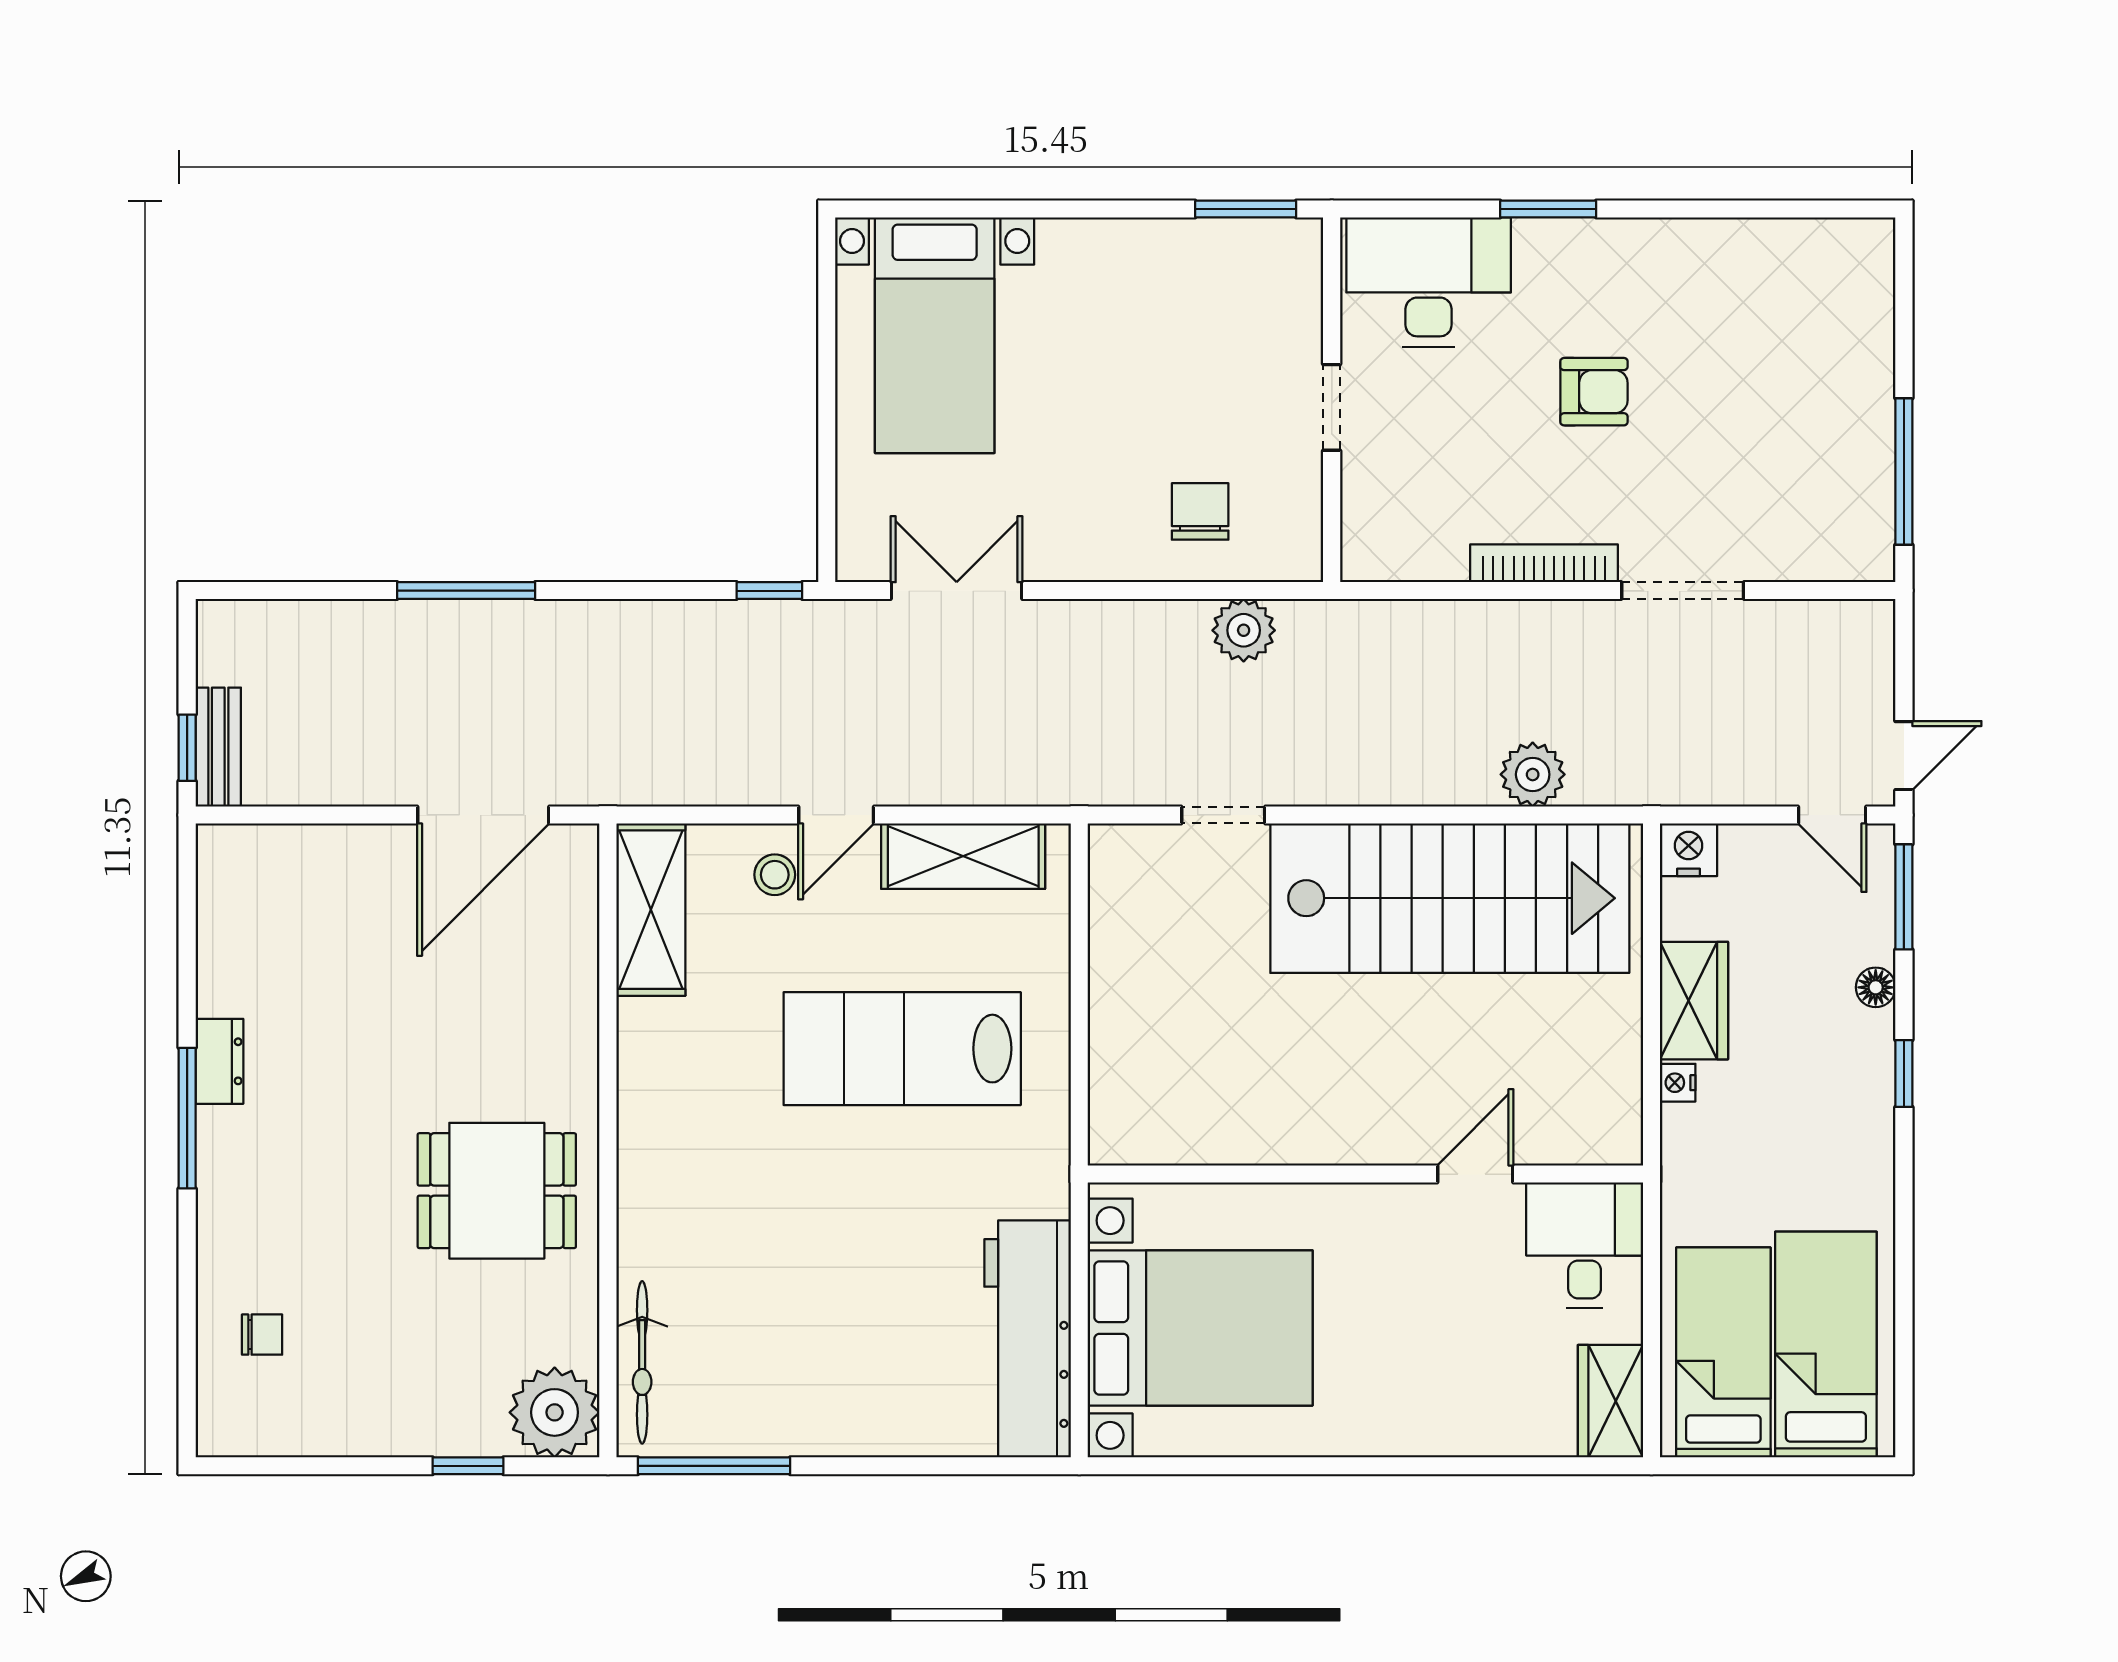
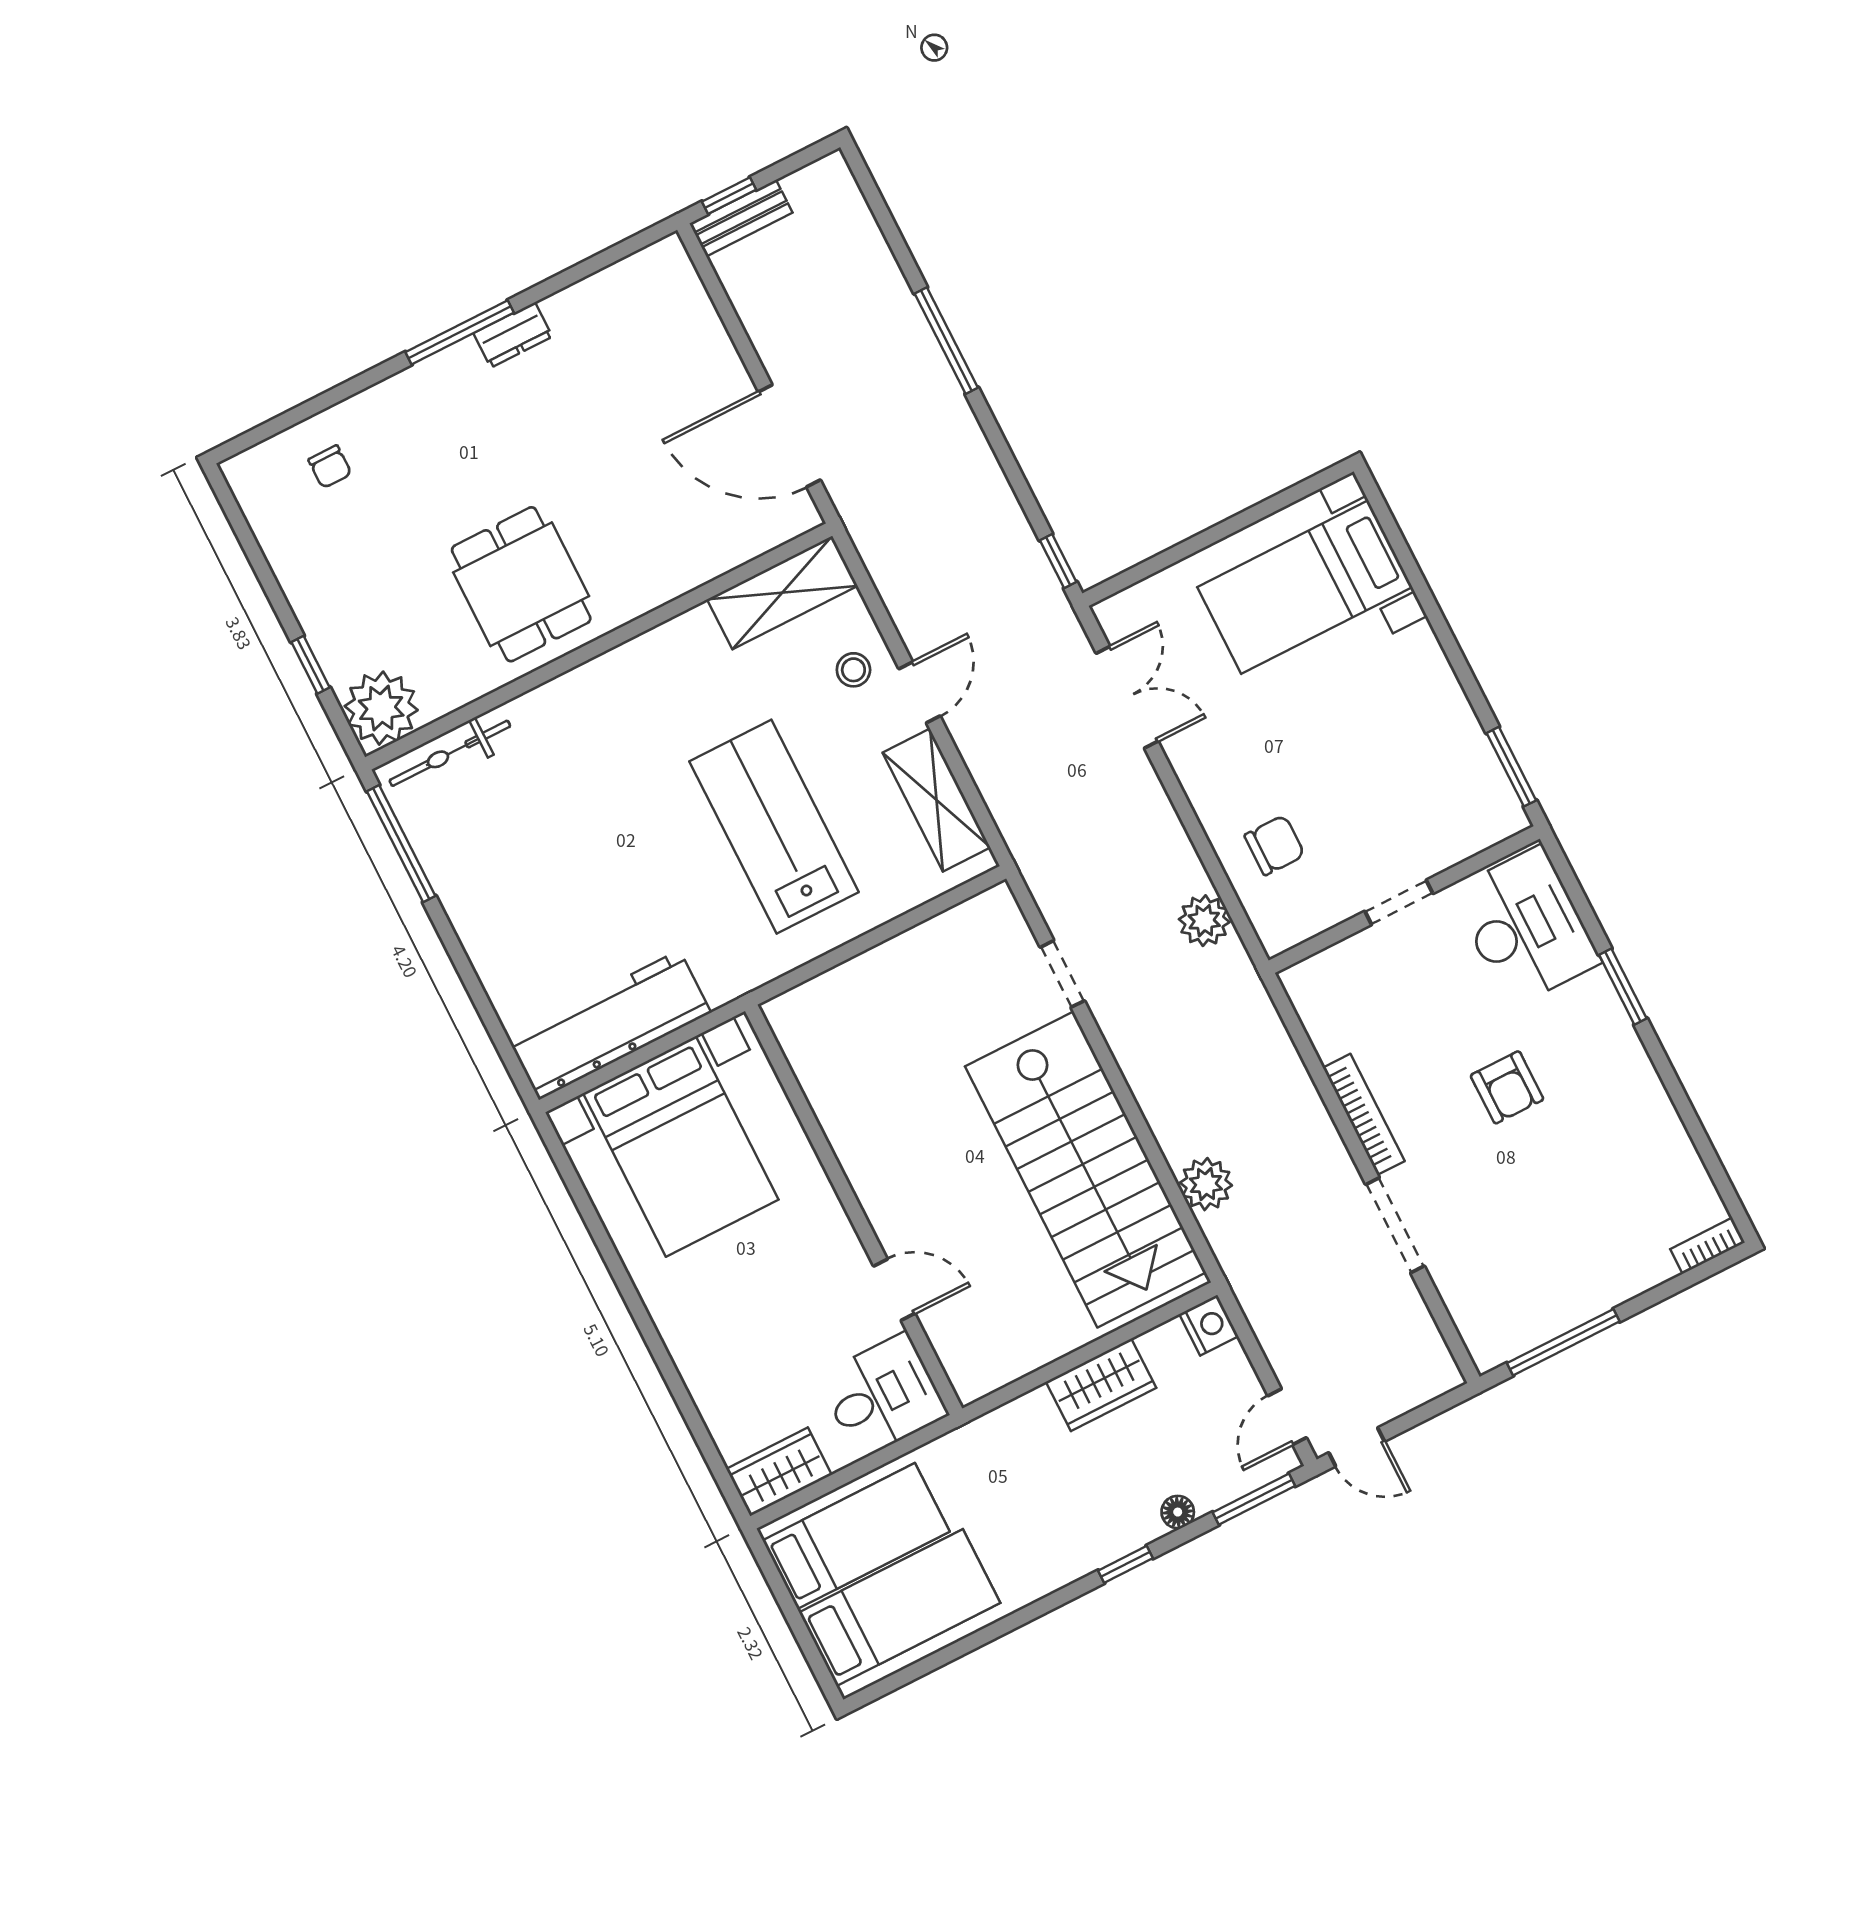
bookcase: (1878, 260) -> (1708, 1246), added
door: (836, 815) -> (920, 692), swing flipped
nightstand: (1678, 1083) -> (1035, 1403), removed

